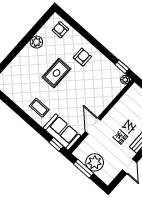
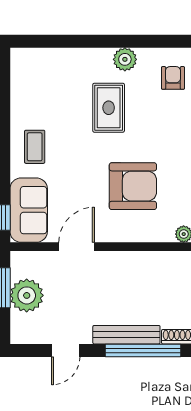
armchair: (82, 57) -> (133, 186), moved, width x1.88, depth x1.88
rug: (56, 73) -> (109, 108), moved, turned 90

